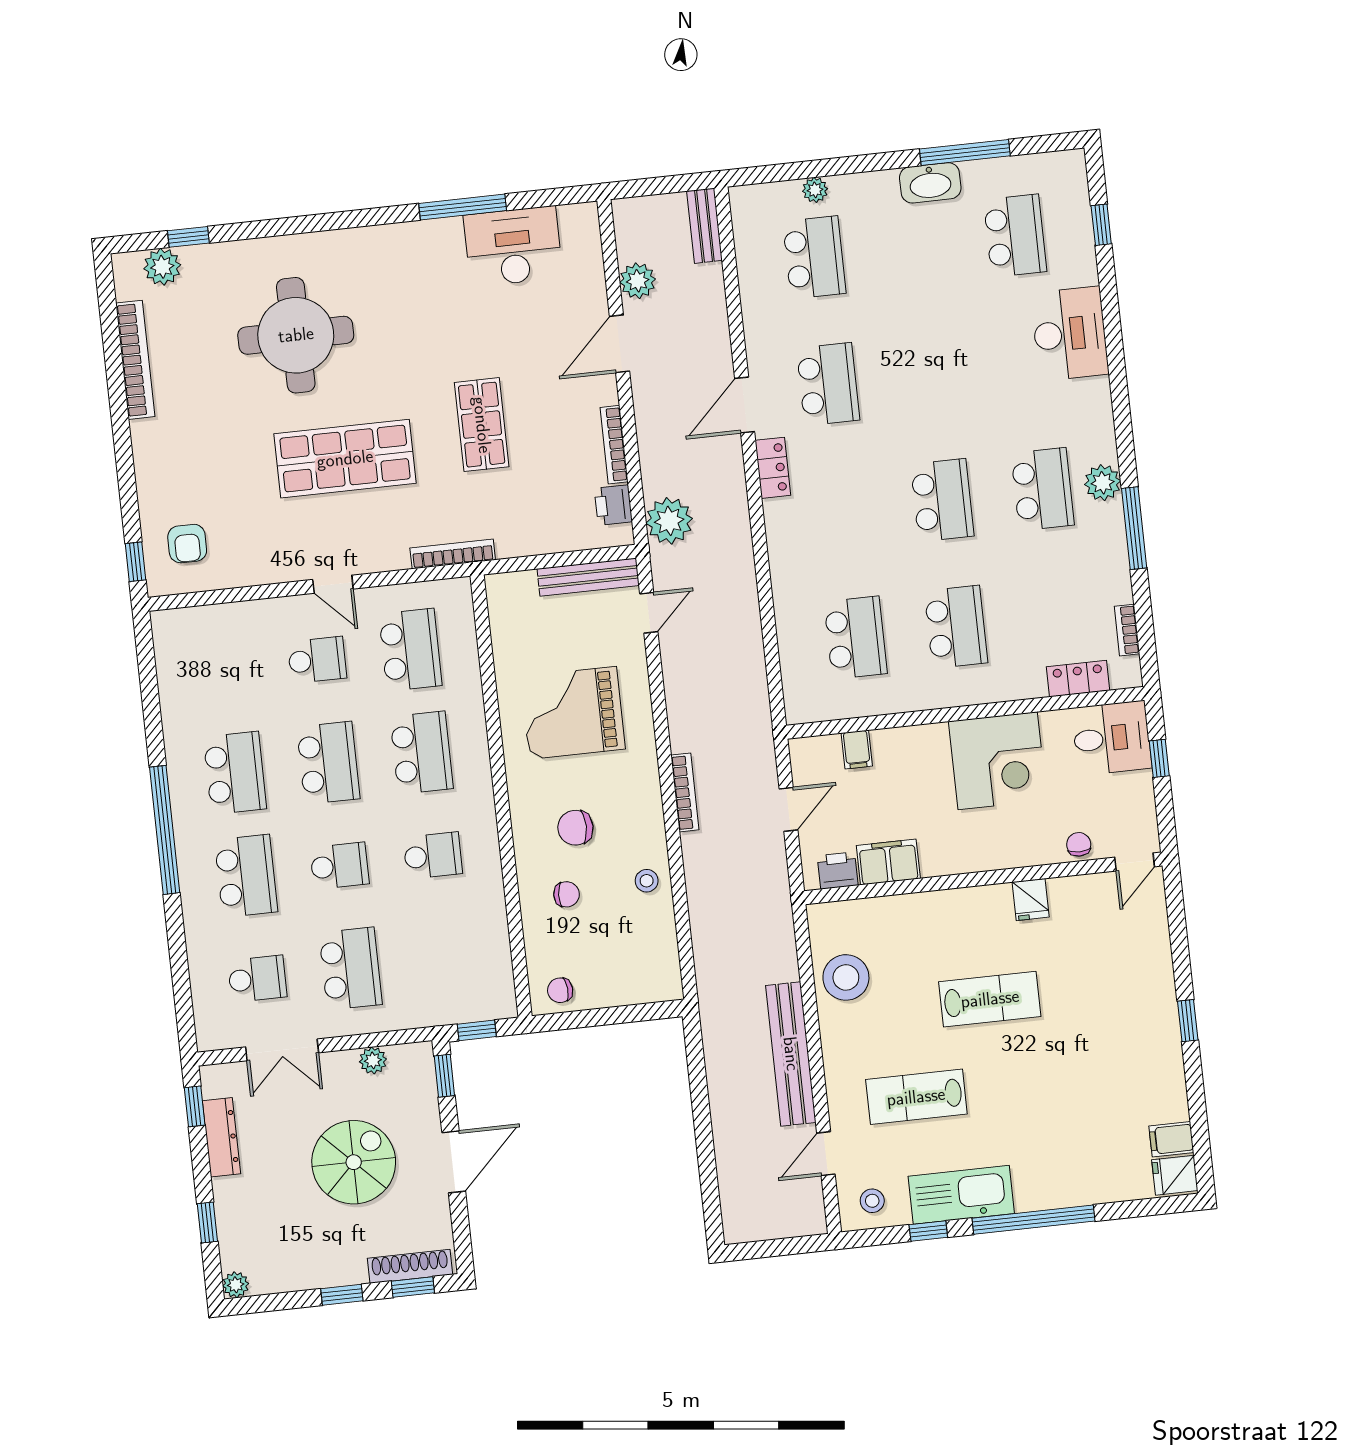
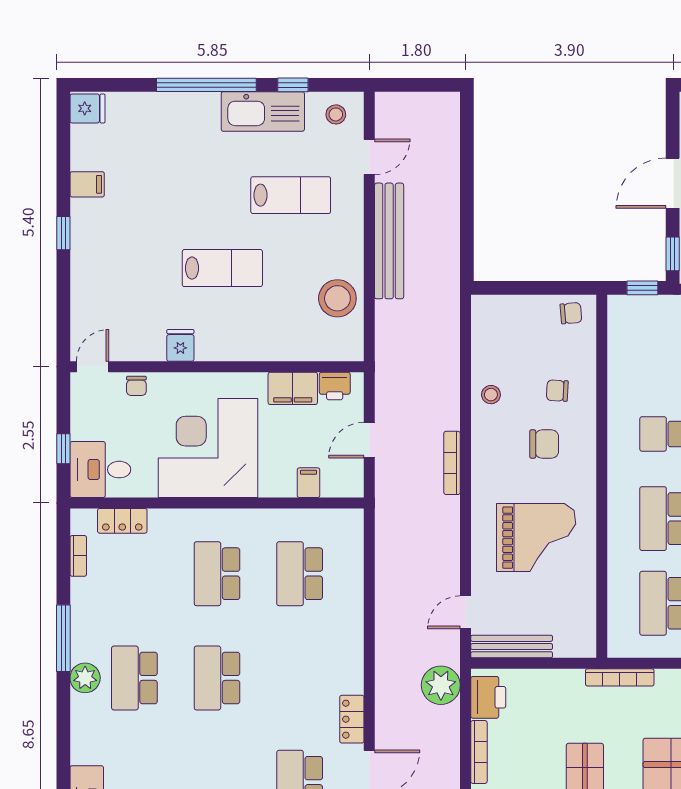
printer: (613, 505) -> (488, 697), width x1.36, depth x1.24
corner desk: (998, 761) -> (208, 448), width x1.36, depth x1.36
lab bench: (990, 999) -> (222, 268), turned 180
filing cabinet: (1171, 1139) -> (87, 184), moved

